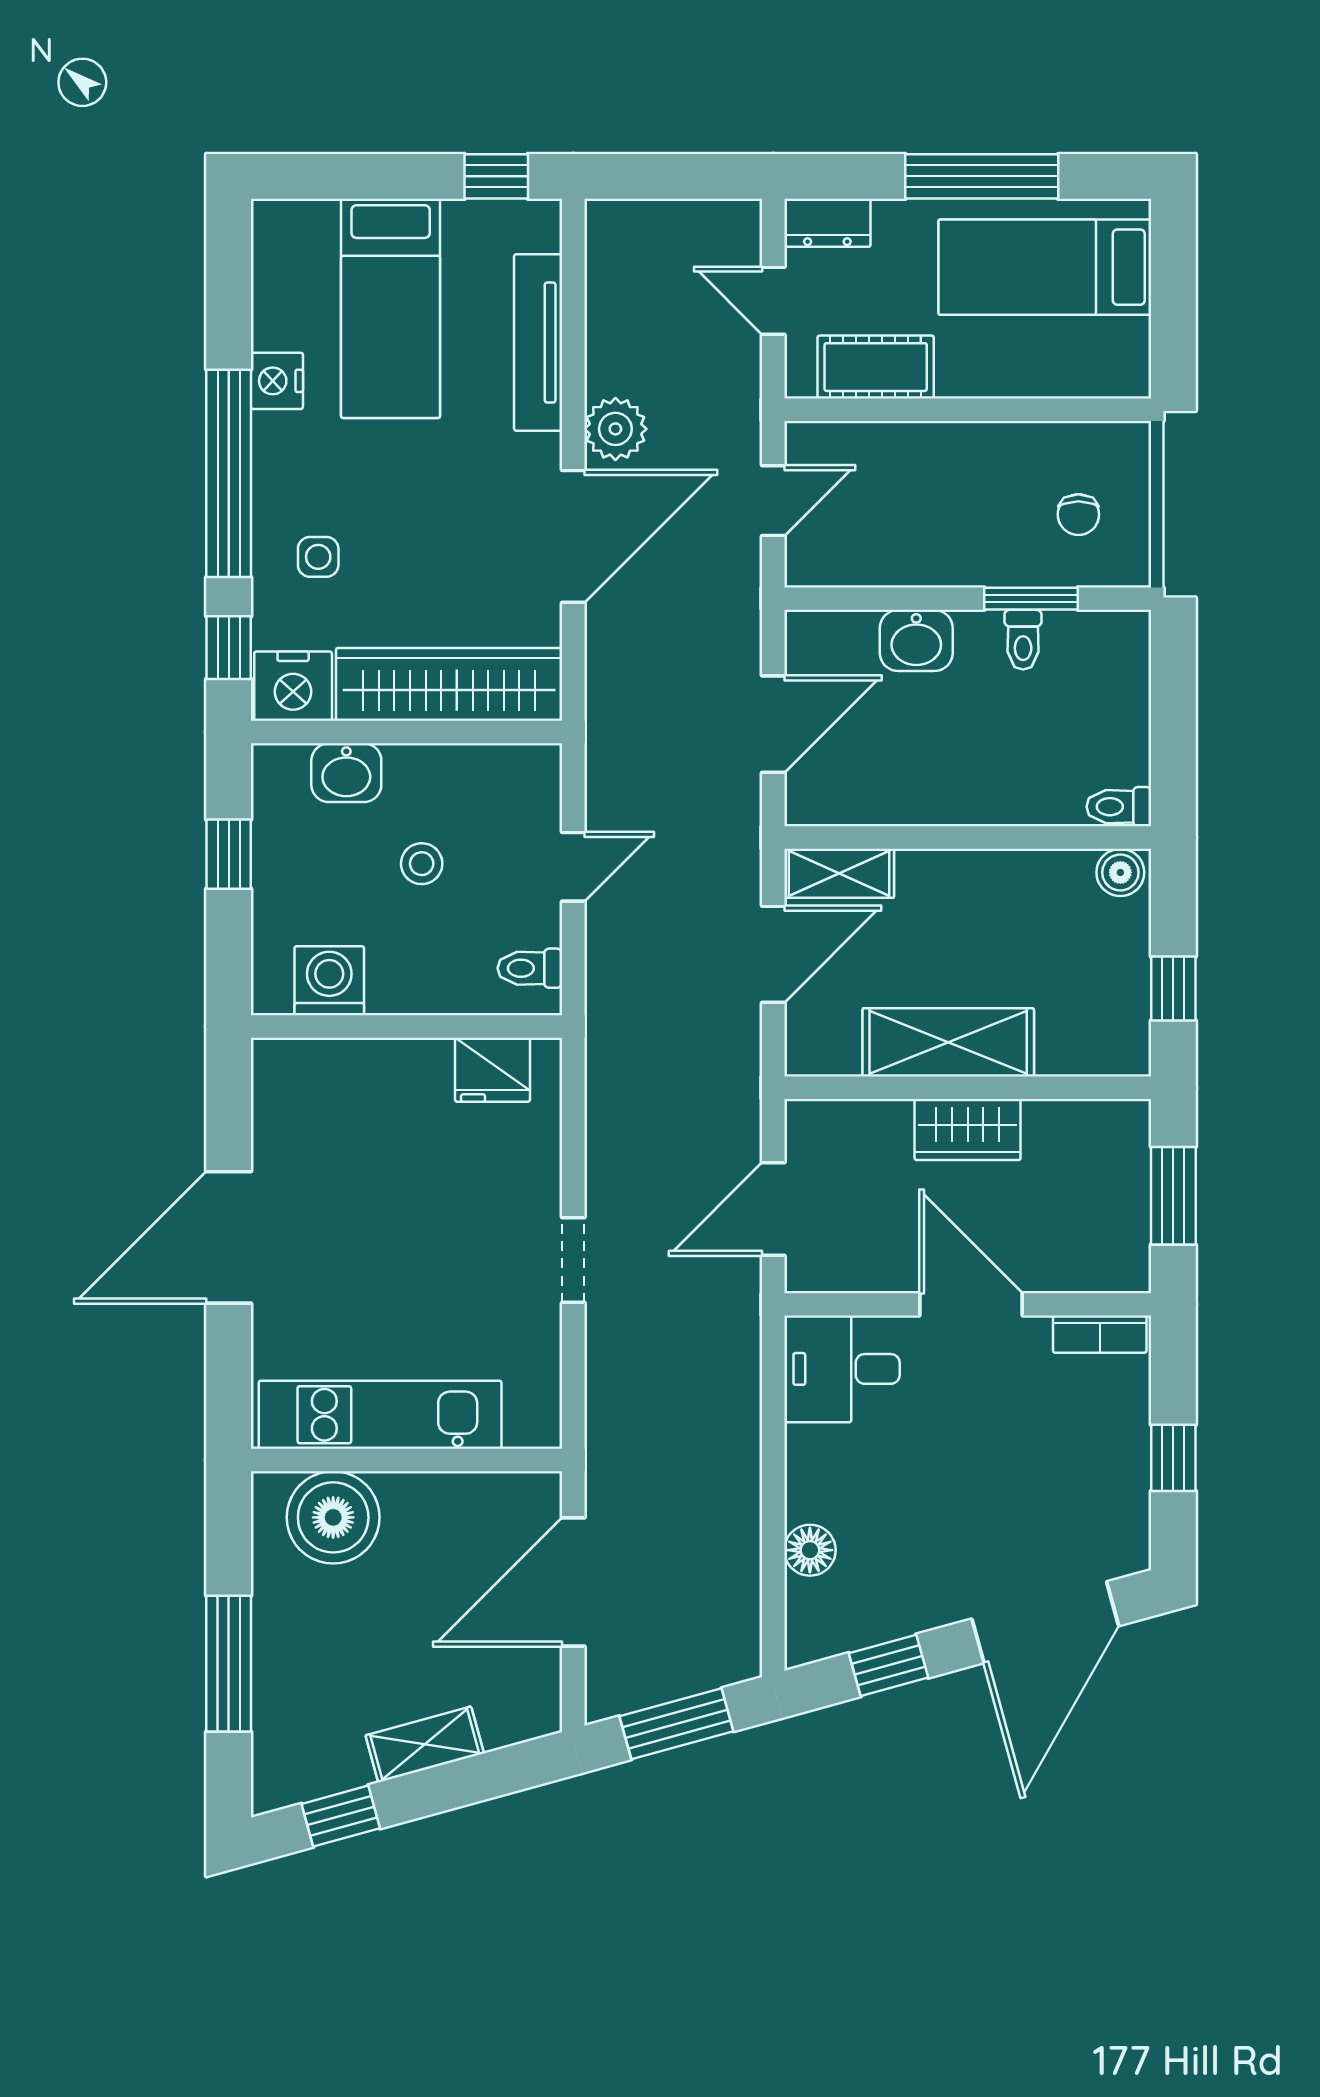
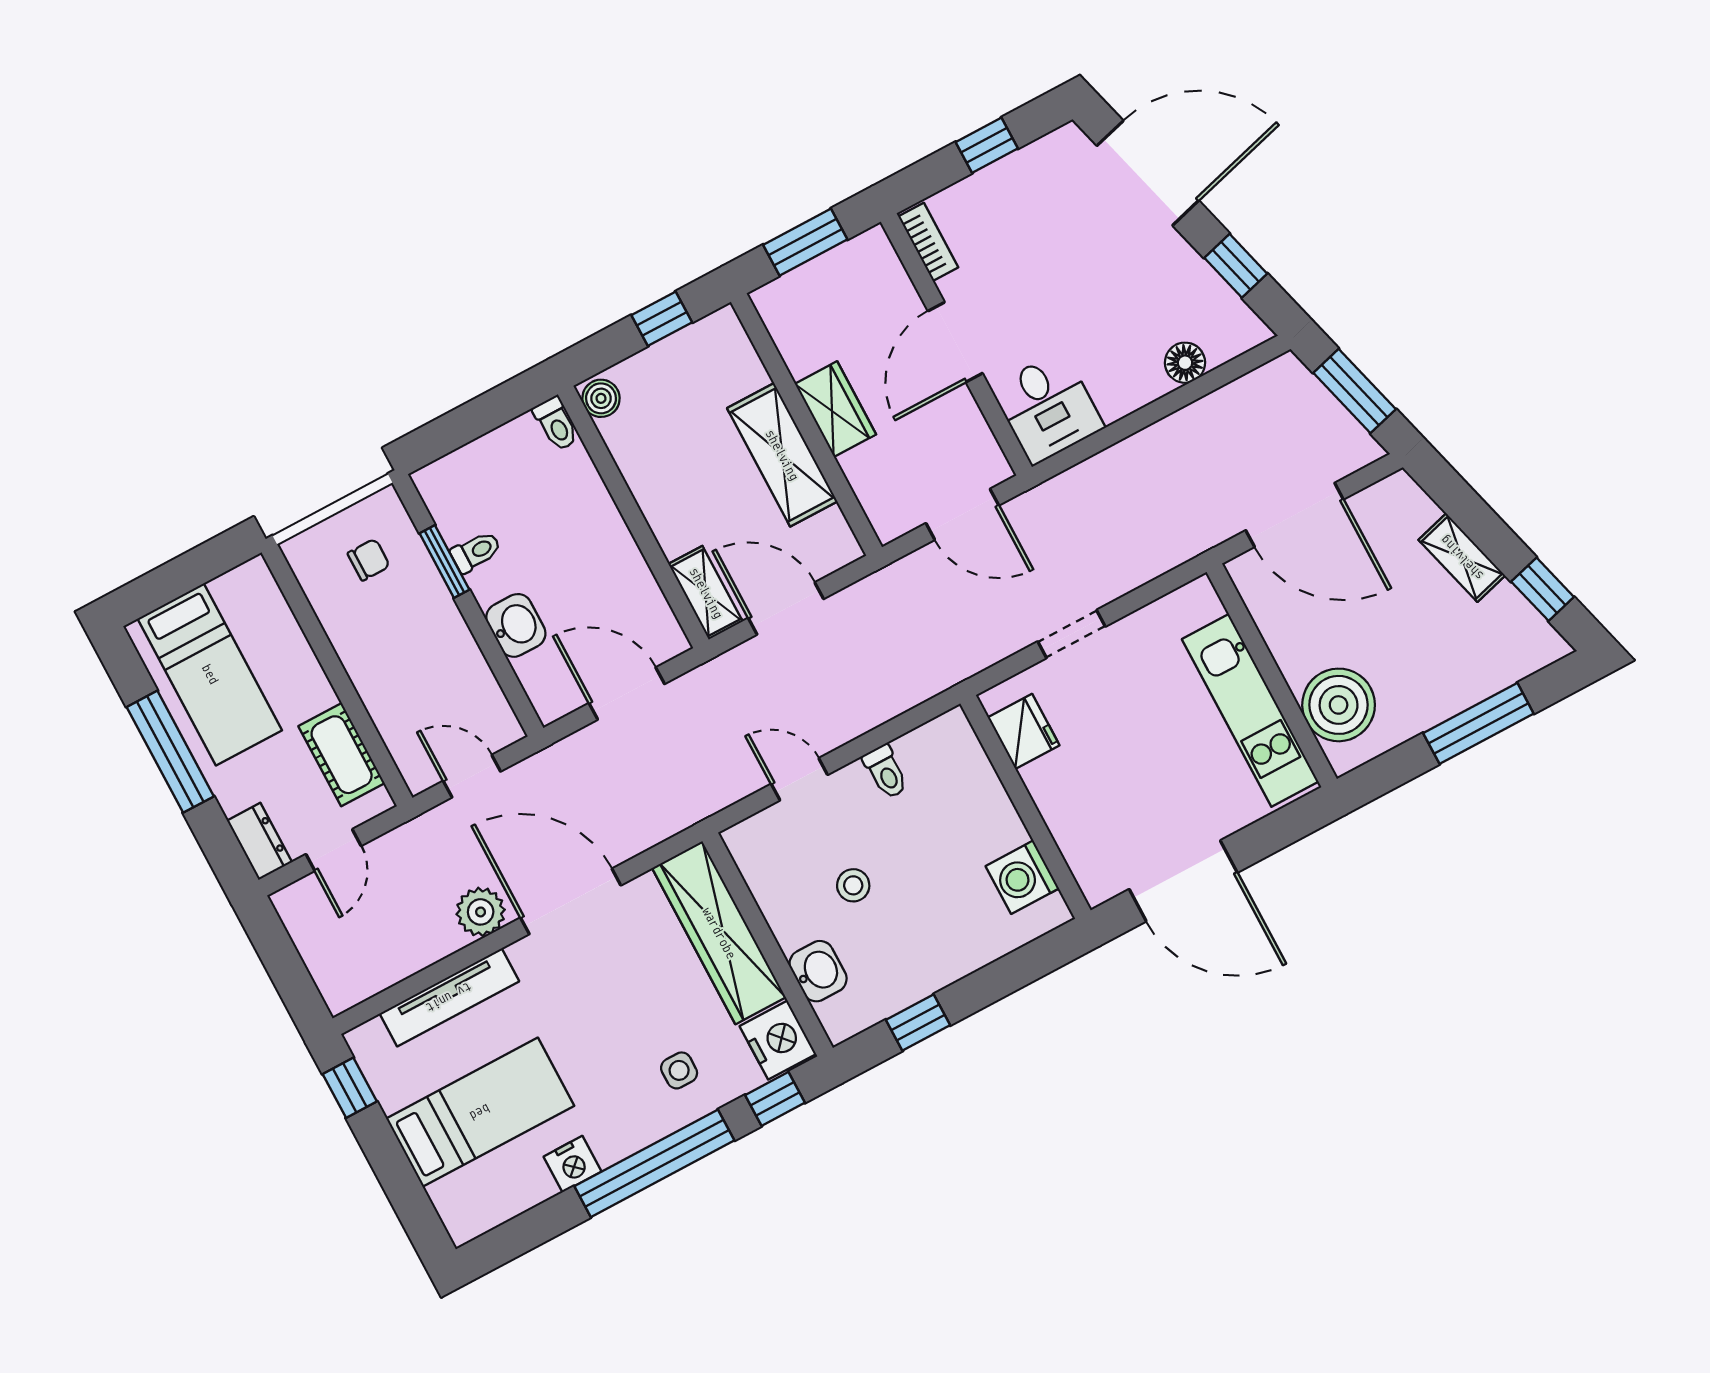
washing machine: (329, 981) -> (1022, 877), moved
wall: (406, 1027) -> (1025, 807), moved
fridge: (492, 1070) -> (1024, 731), moved

